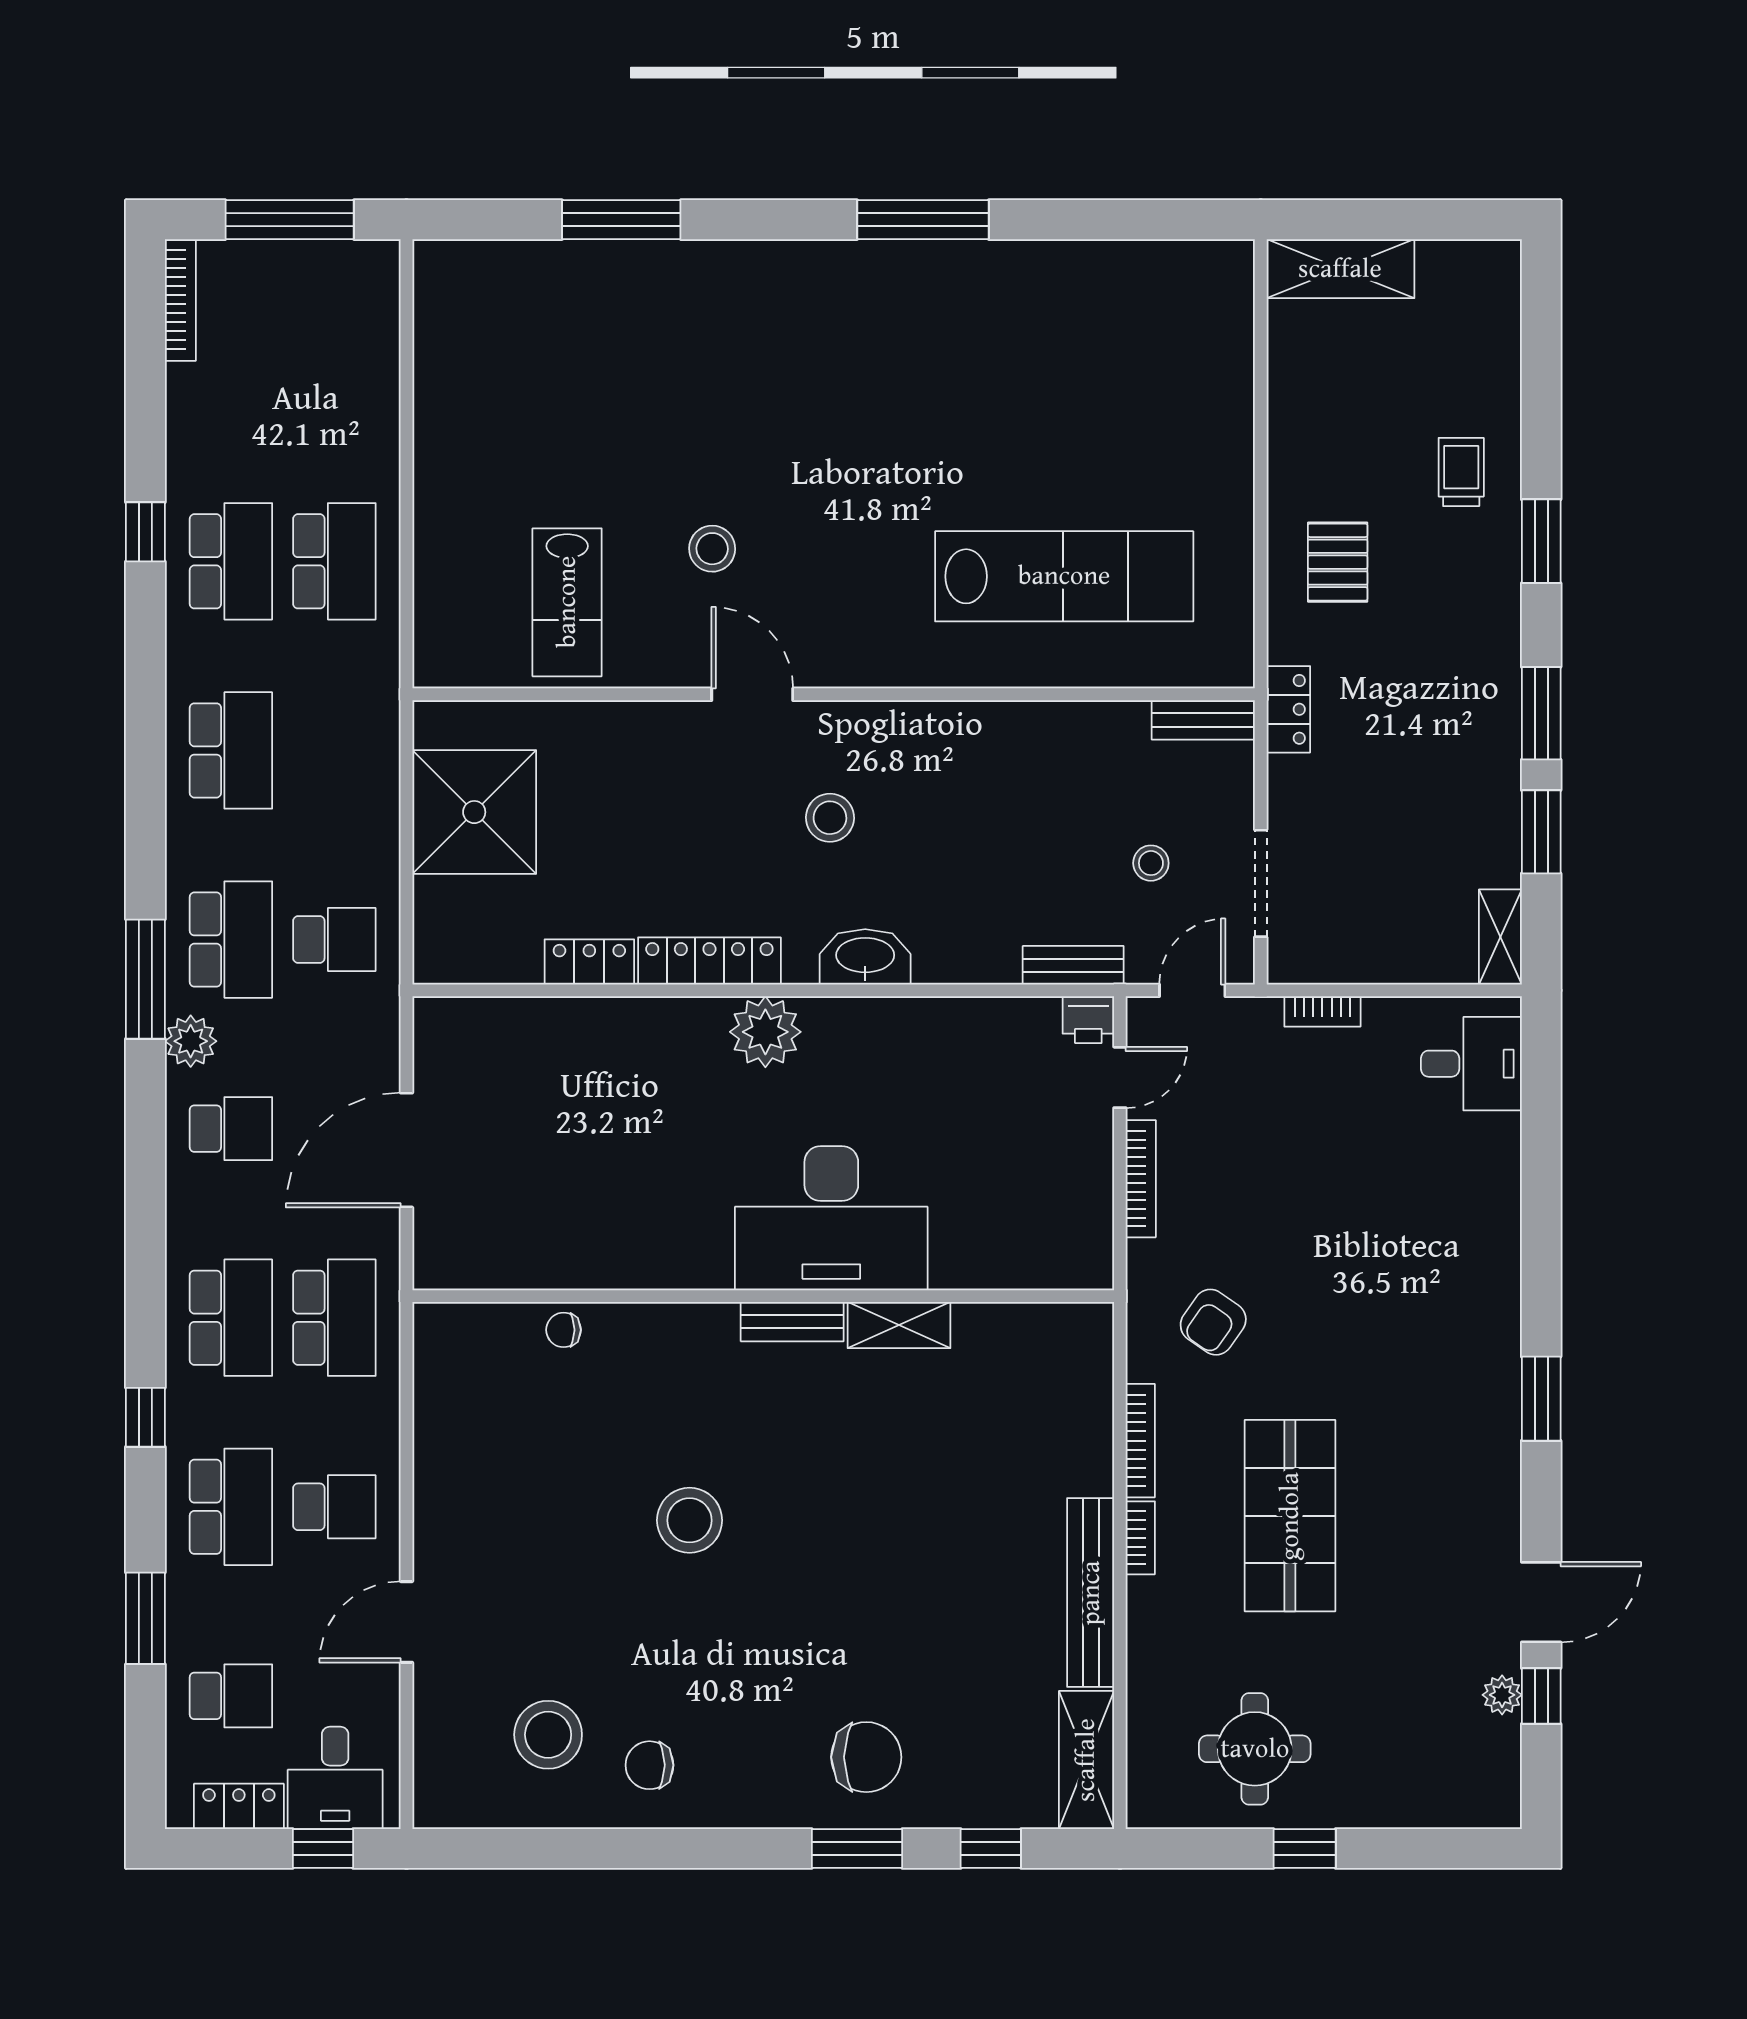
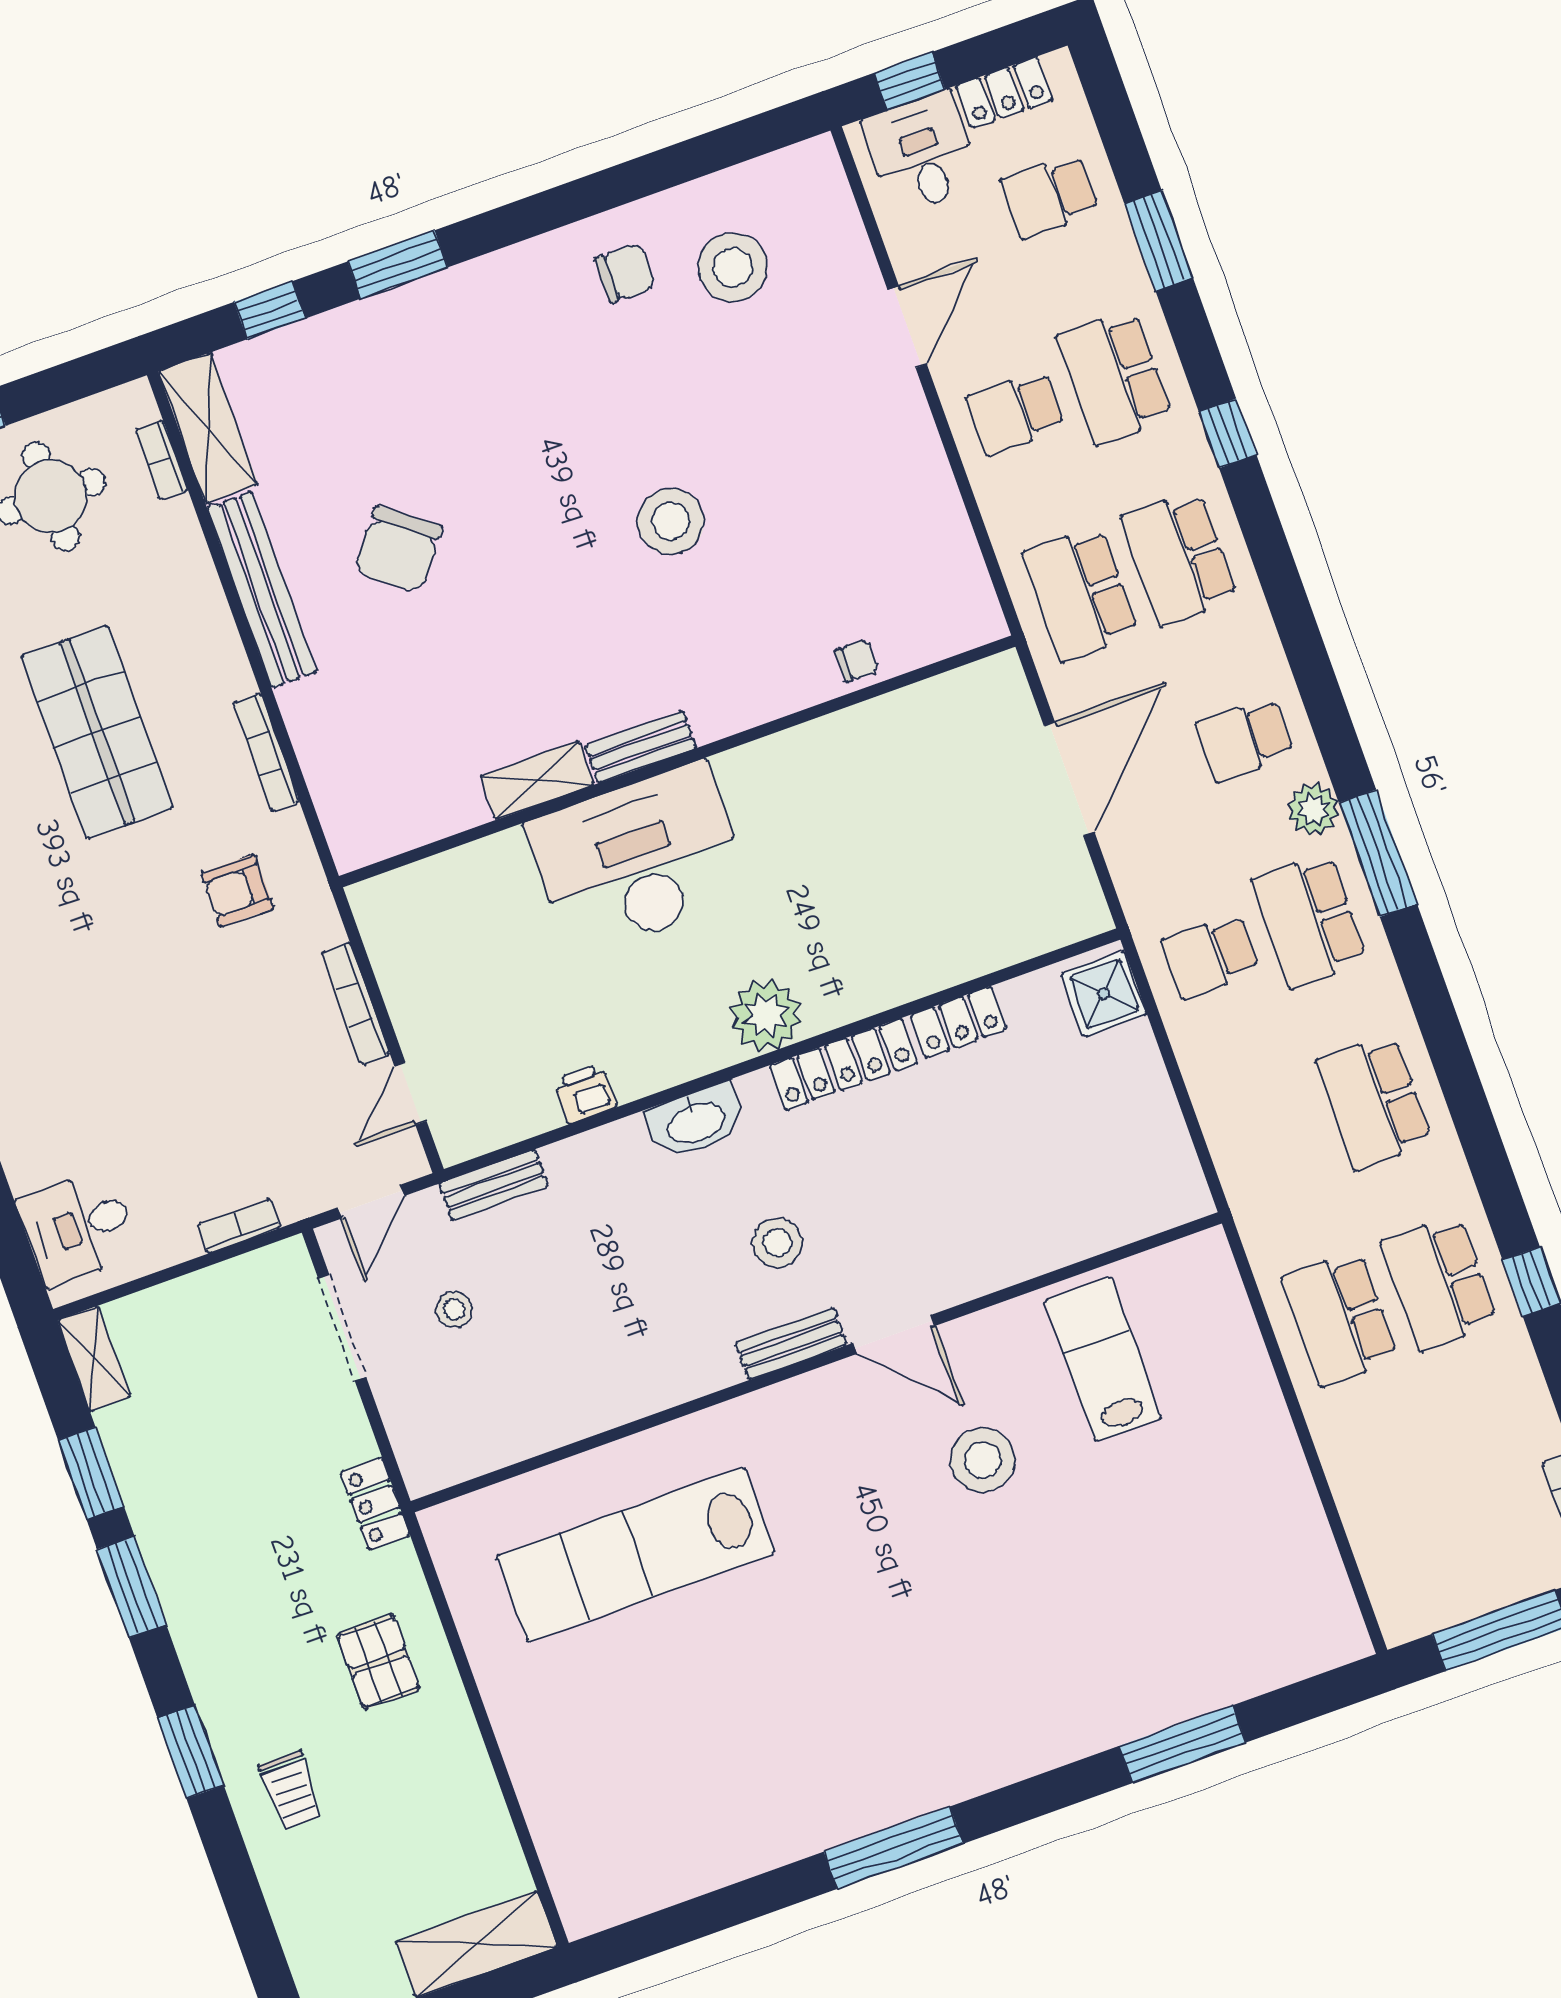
stool: (712, 549) -> (982, 1460), width x1.38, depth x1.38
bench: (1203, 720) -> (791, 1344), moved
shower: (474, 812) -> (1104, 994), moved, width x0.54, depth x0.54
printer: (1088, 1020) -> (585, 1093), moved
armchair: (1213, 1322) -> (237, 891), turned -125
bookcase: (1140, 1538) -> (162, 460), moved
chair: (866, 1757) -> (398, 549), moved, turned -52

